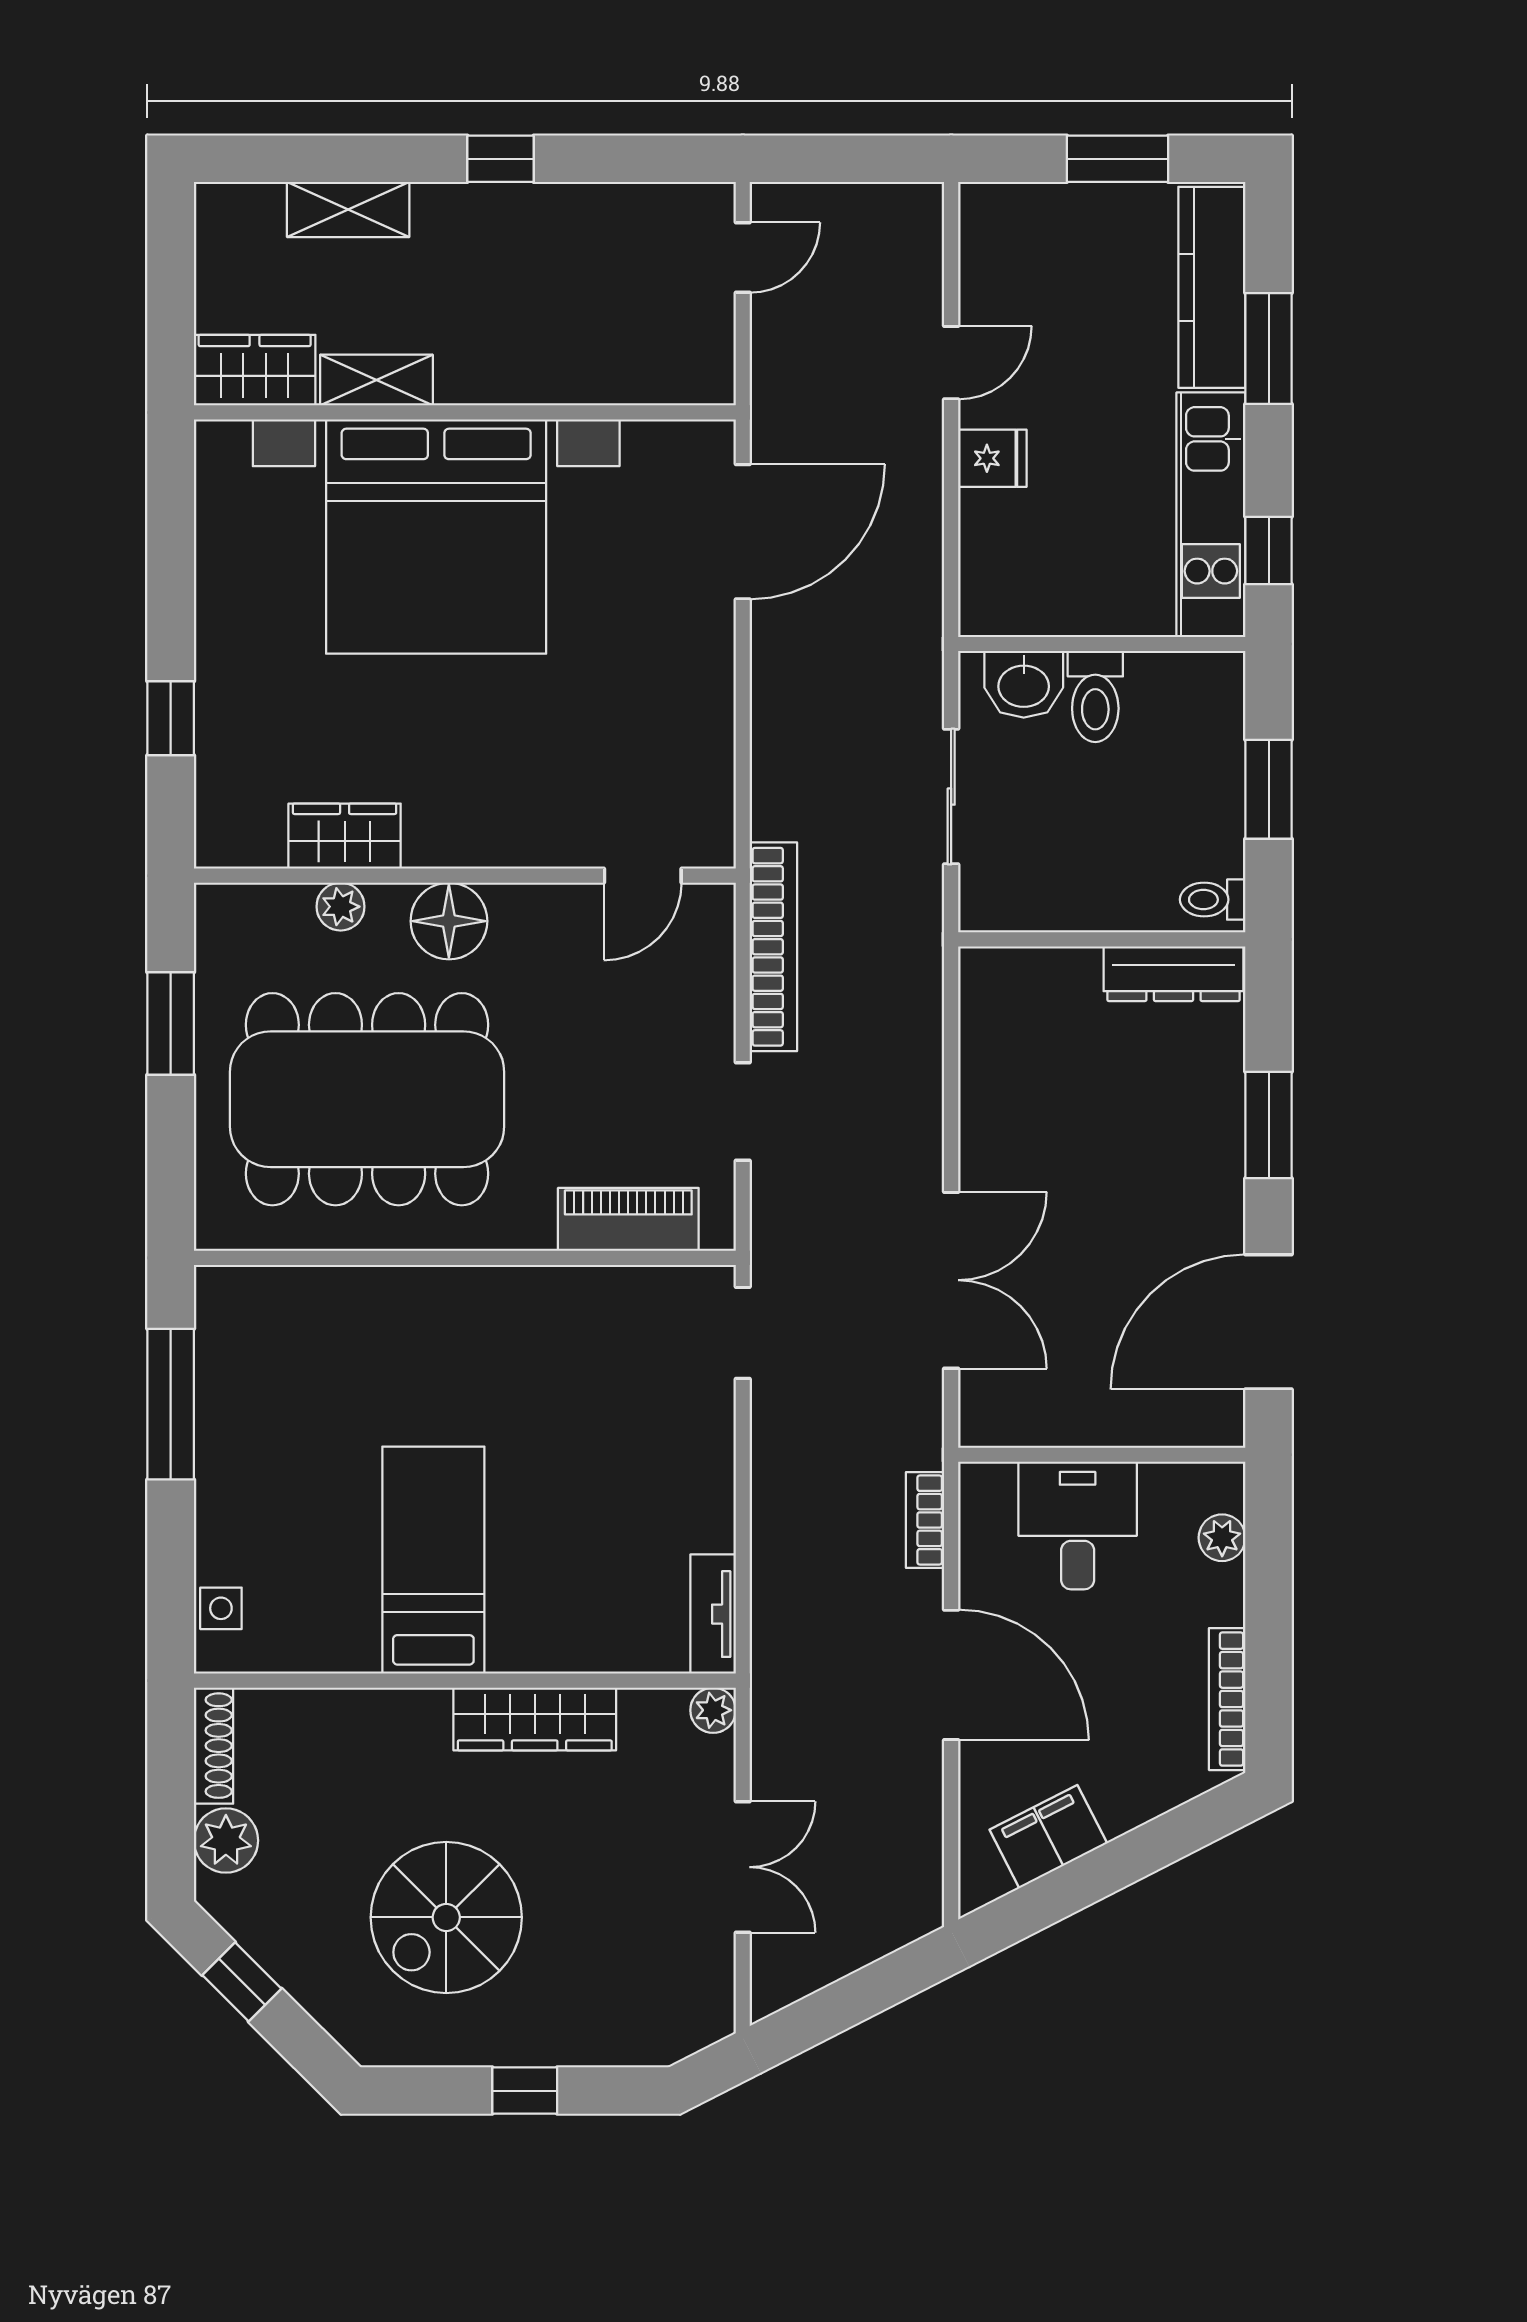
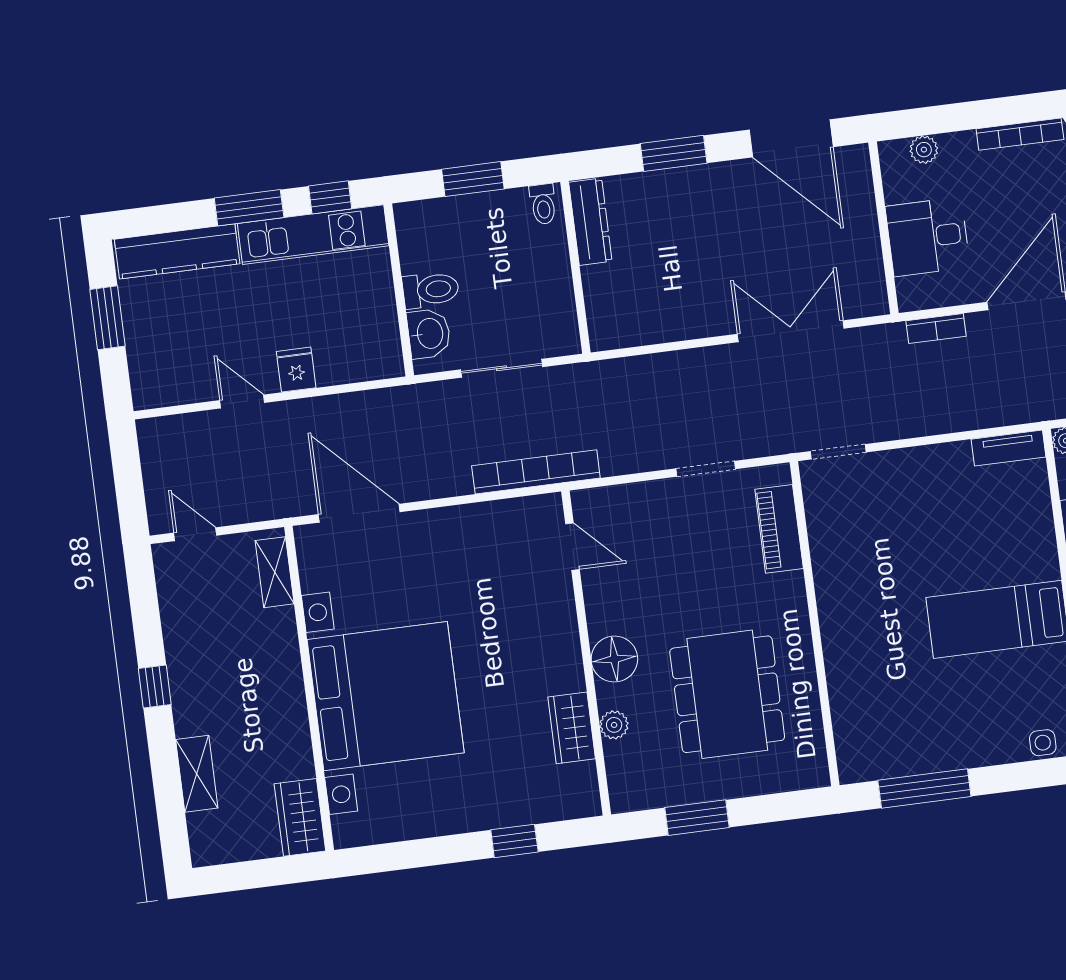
window: (1269, 349) -> (249, 208), moved
shelving: (376, 380) -> (275, 572), moved
bookcase: (773, 947) -> (536, 472), moved
dining table: (367, 1099) -> (727, 694), width x0.73, depth x0.80

